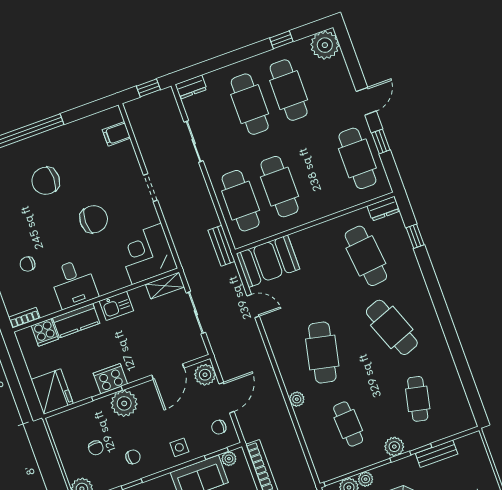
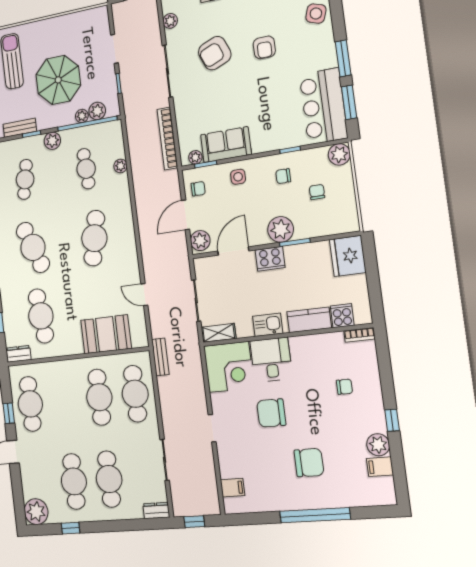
booth: (268, 261) -> (106, 334), moved
desk: (74, 284) -> (271, 360), moved
cooker: (110, 379) -> (270, 259), moved
plant: (297, 399) -> (120, 166), moved

